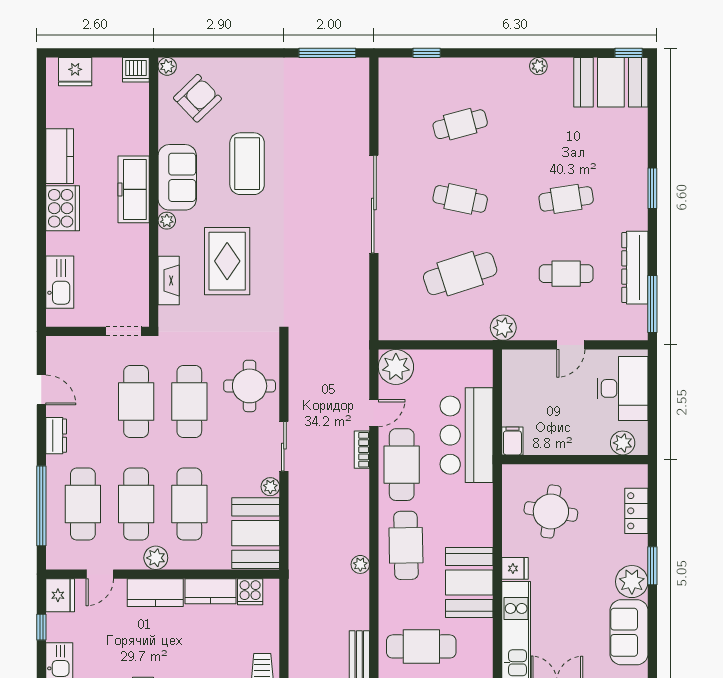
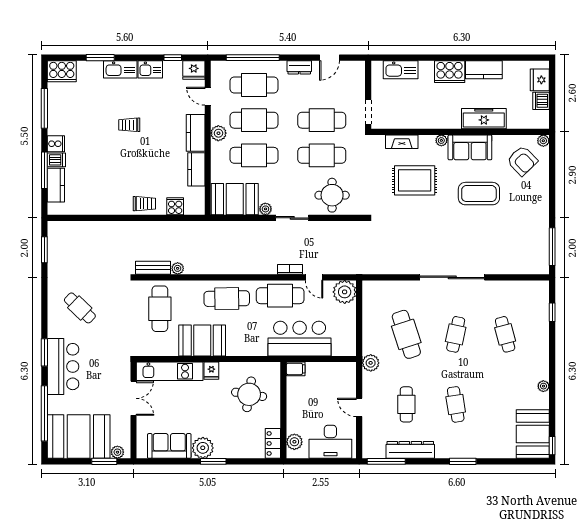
dishwasher: (136, 70) -> (541, 101), moved
freezer: (134, 189) -> (484, 119), moved
locker: (636, 511) -> (273, 443), moved, turned -90
plant: (360, 564) -> (178, 268), moved
cooker: (250, 592) -> (175, 206), moved, turned 90

